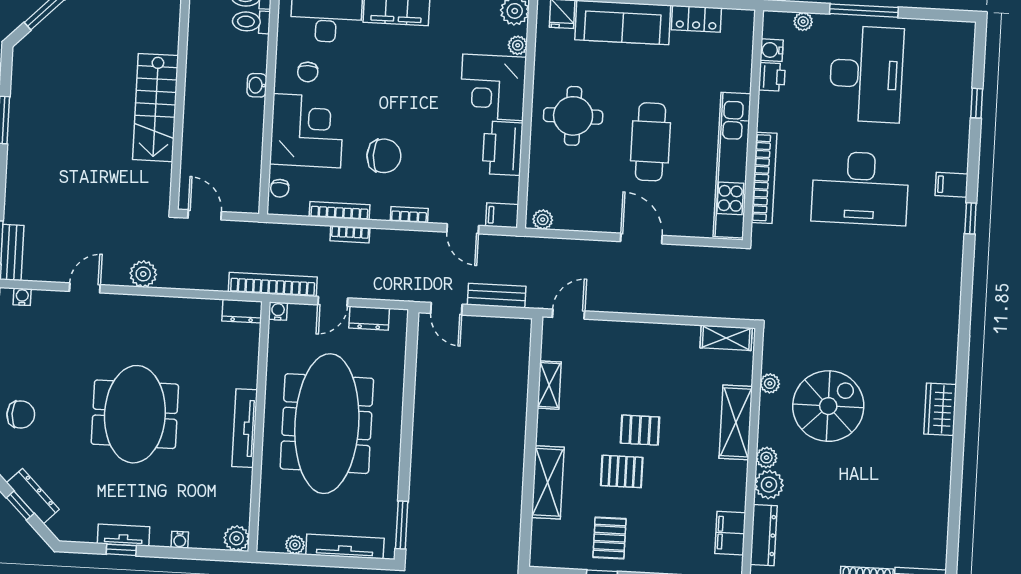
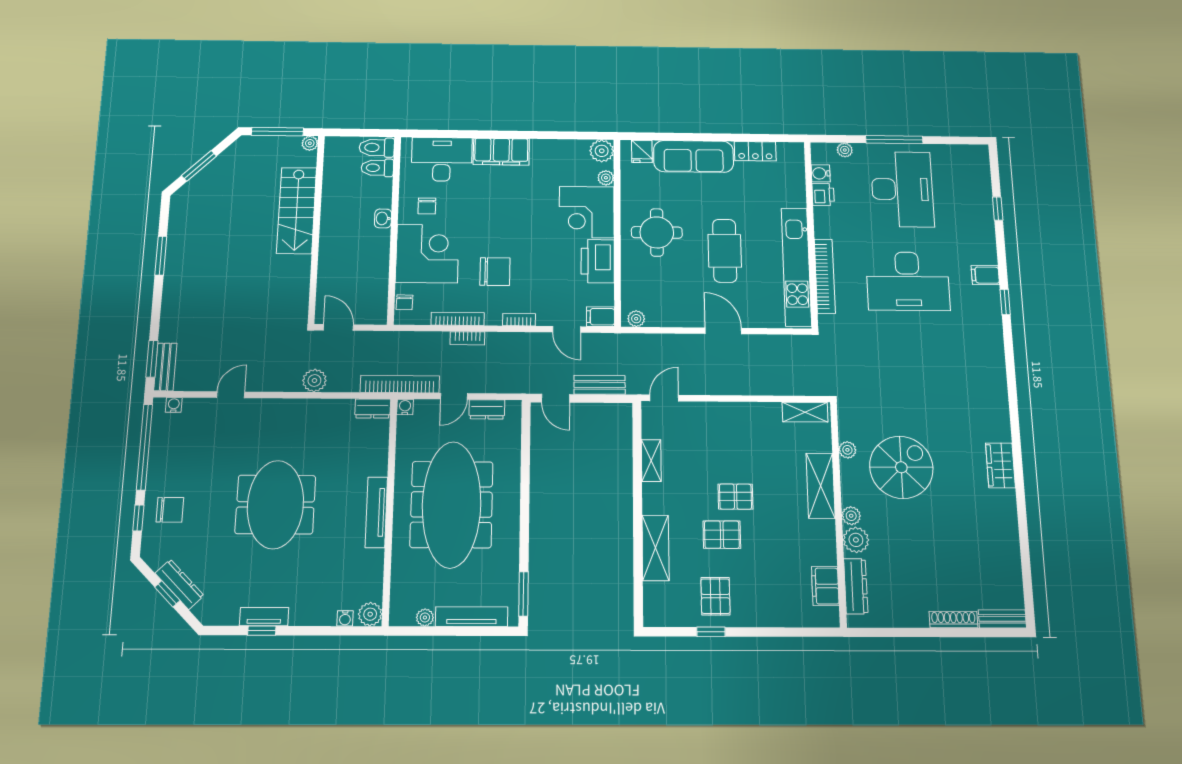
stairs: (156, 108) -> (297, 210), moved
plant: (143, 274) -> (314, 380), moved
water cooler: (180, 540) -> (345, 618), moved

